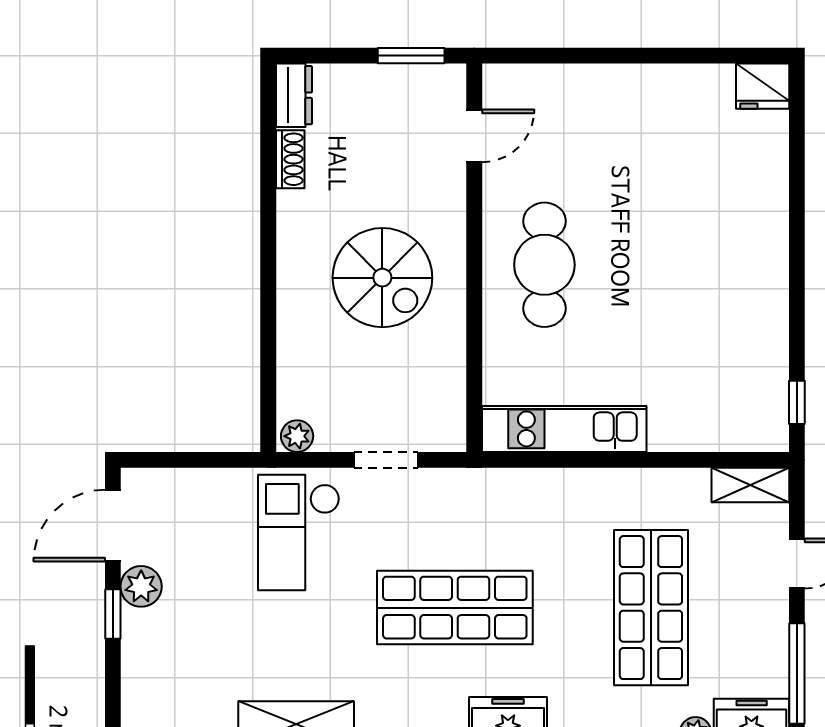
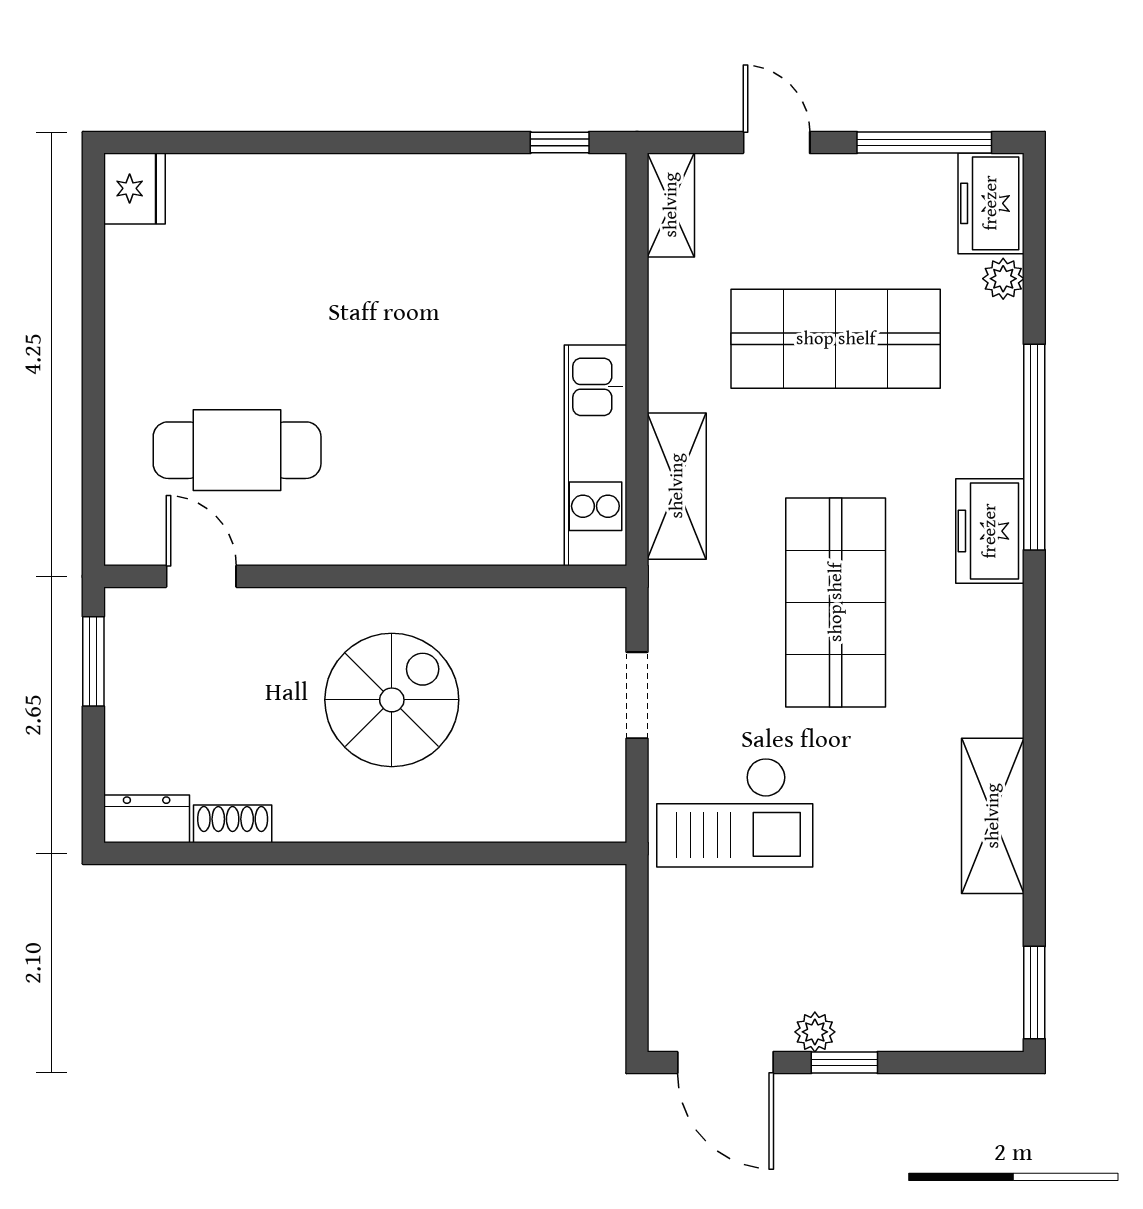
cafe table: (544, 265) -> (237, 450), moved
plant: (297, 436) -> (605, 815), removed
shelving: (541, 489) -> (677, 486), added
plant: (141, 586) -> (815, 1032), width x0.73, depth x0.73

